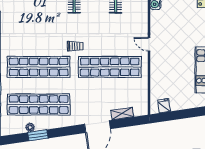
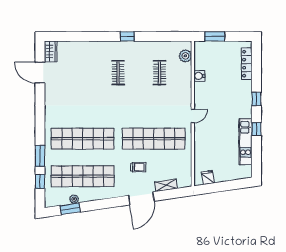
door: (149, 44) -> (193, 116), swing flipped
trolley: (75, 46) -> (138, 167), moved
window: (38, 135) -> (70, 209), moved

